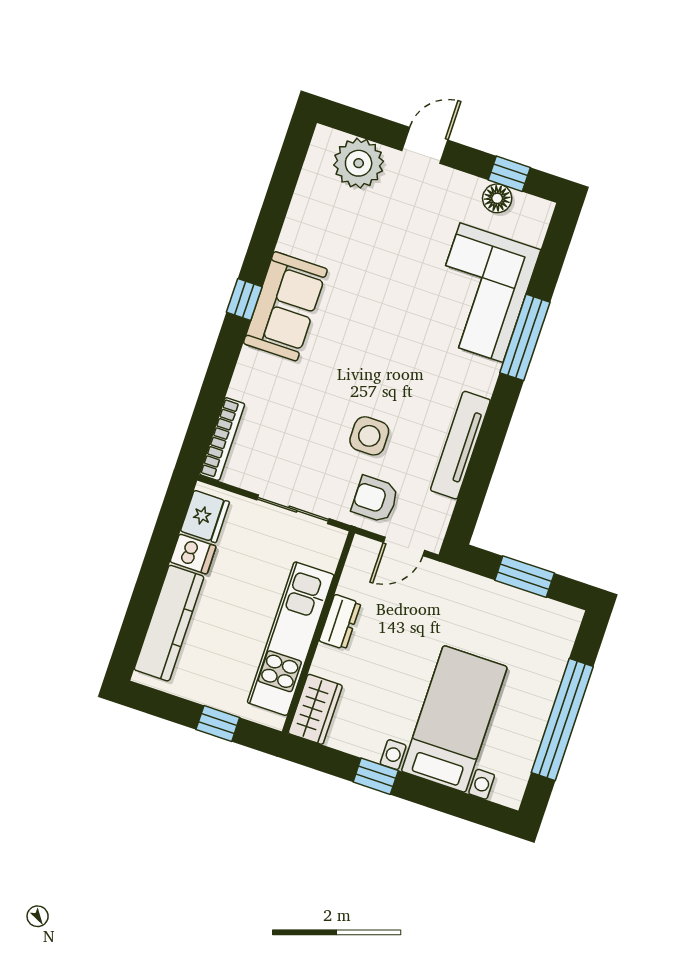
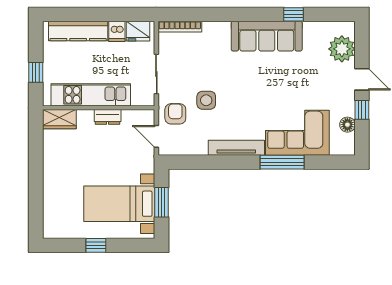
window: (509, 174) -> (362, 110), moved
window: (244, 300) -> (293, 14), moved
sofa: (285, 306) -> (267, 36), width x1.36
tv unit: (460, 445) -> (236, 148), moved
bed with nightstands: (454, 719) -> (119, 204), moved, turned 180
window: (562, 720) -> (96, 245), width x0.32
window: (376, 776) -> (36, 161), removed

